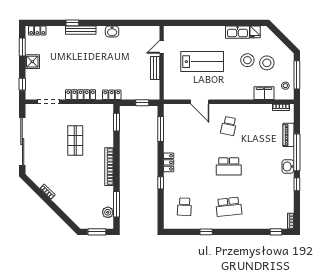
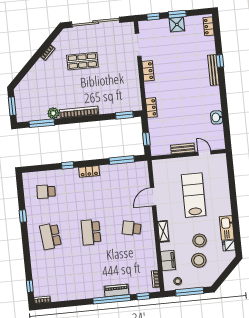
washbasin: (112, 32) -> (217, 117), moved
window: (22, 47) -> (177, 14), moved
lab bench: (202, 62) -> (194, 195), turned 180
locker: (81, 95) -> (148, 71), width x0.66
shelving: (235, 95) -> (163, 231), added
piano: (289, 135) -> (116, 290), moved
shop shelf: (75, 140) -> (82, 61), moved
washbasin: (288, 167) -> (97, 292), removed
window: (297, 184) -> (143, 296), moved
plant: (108, 212) -> (53, 113), moved

